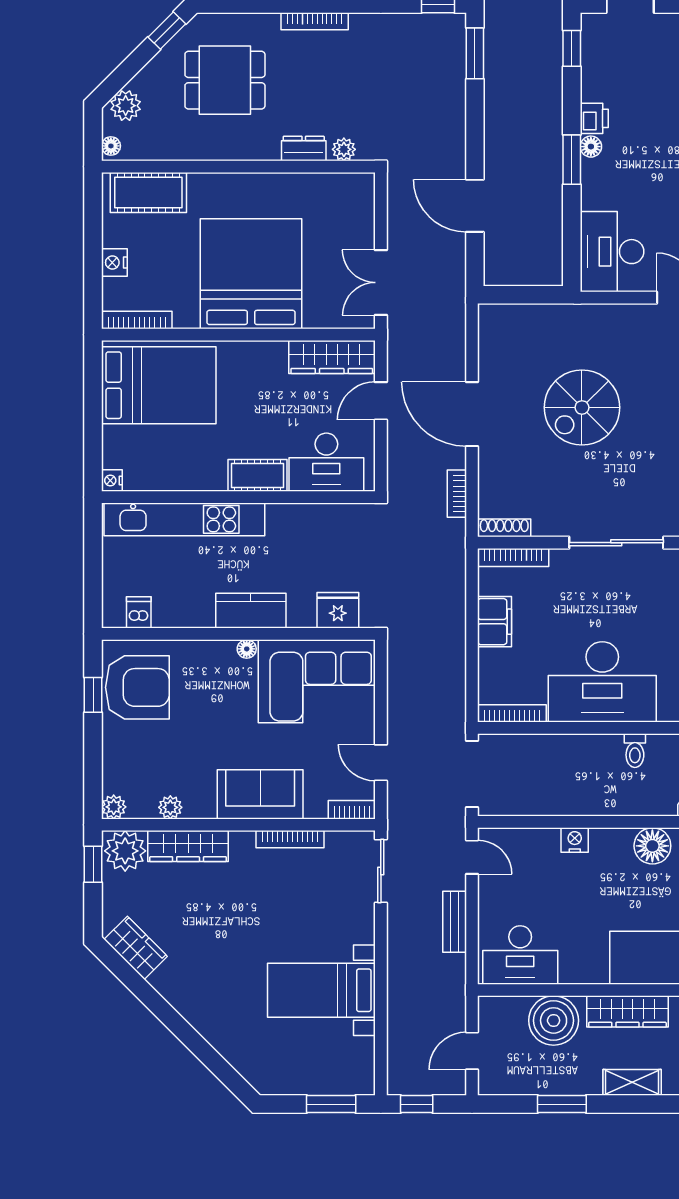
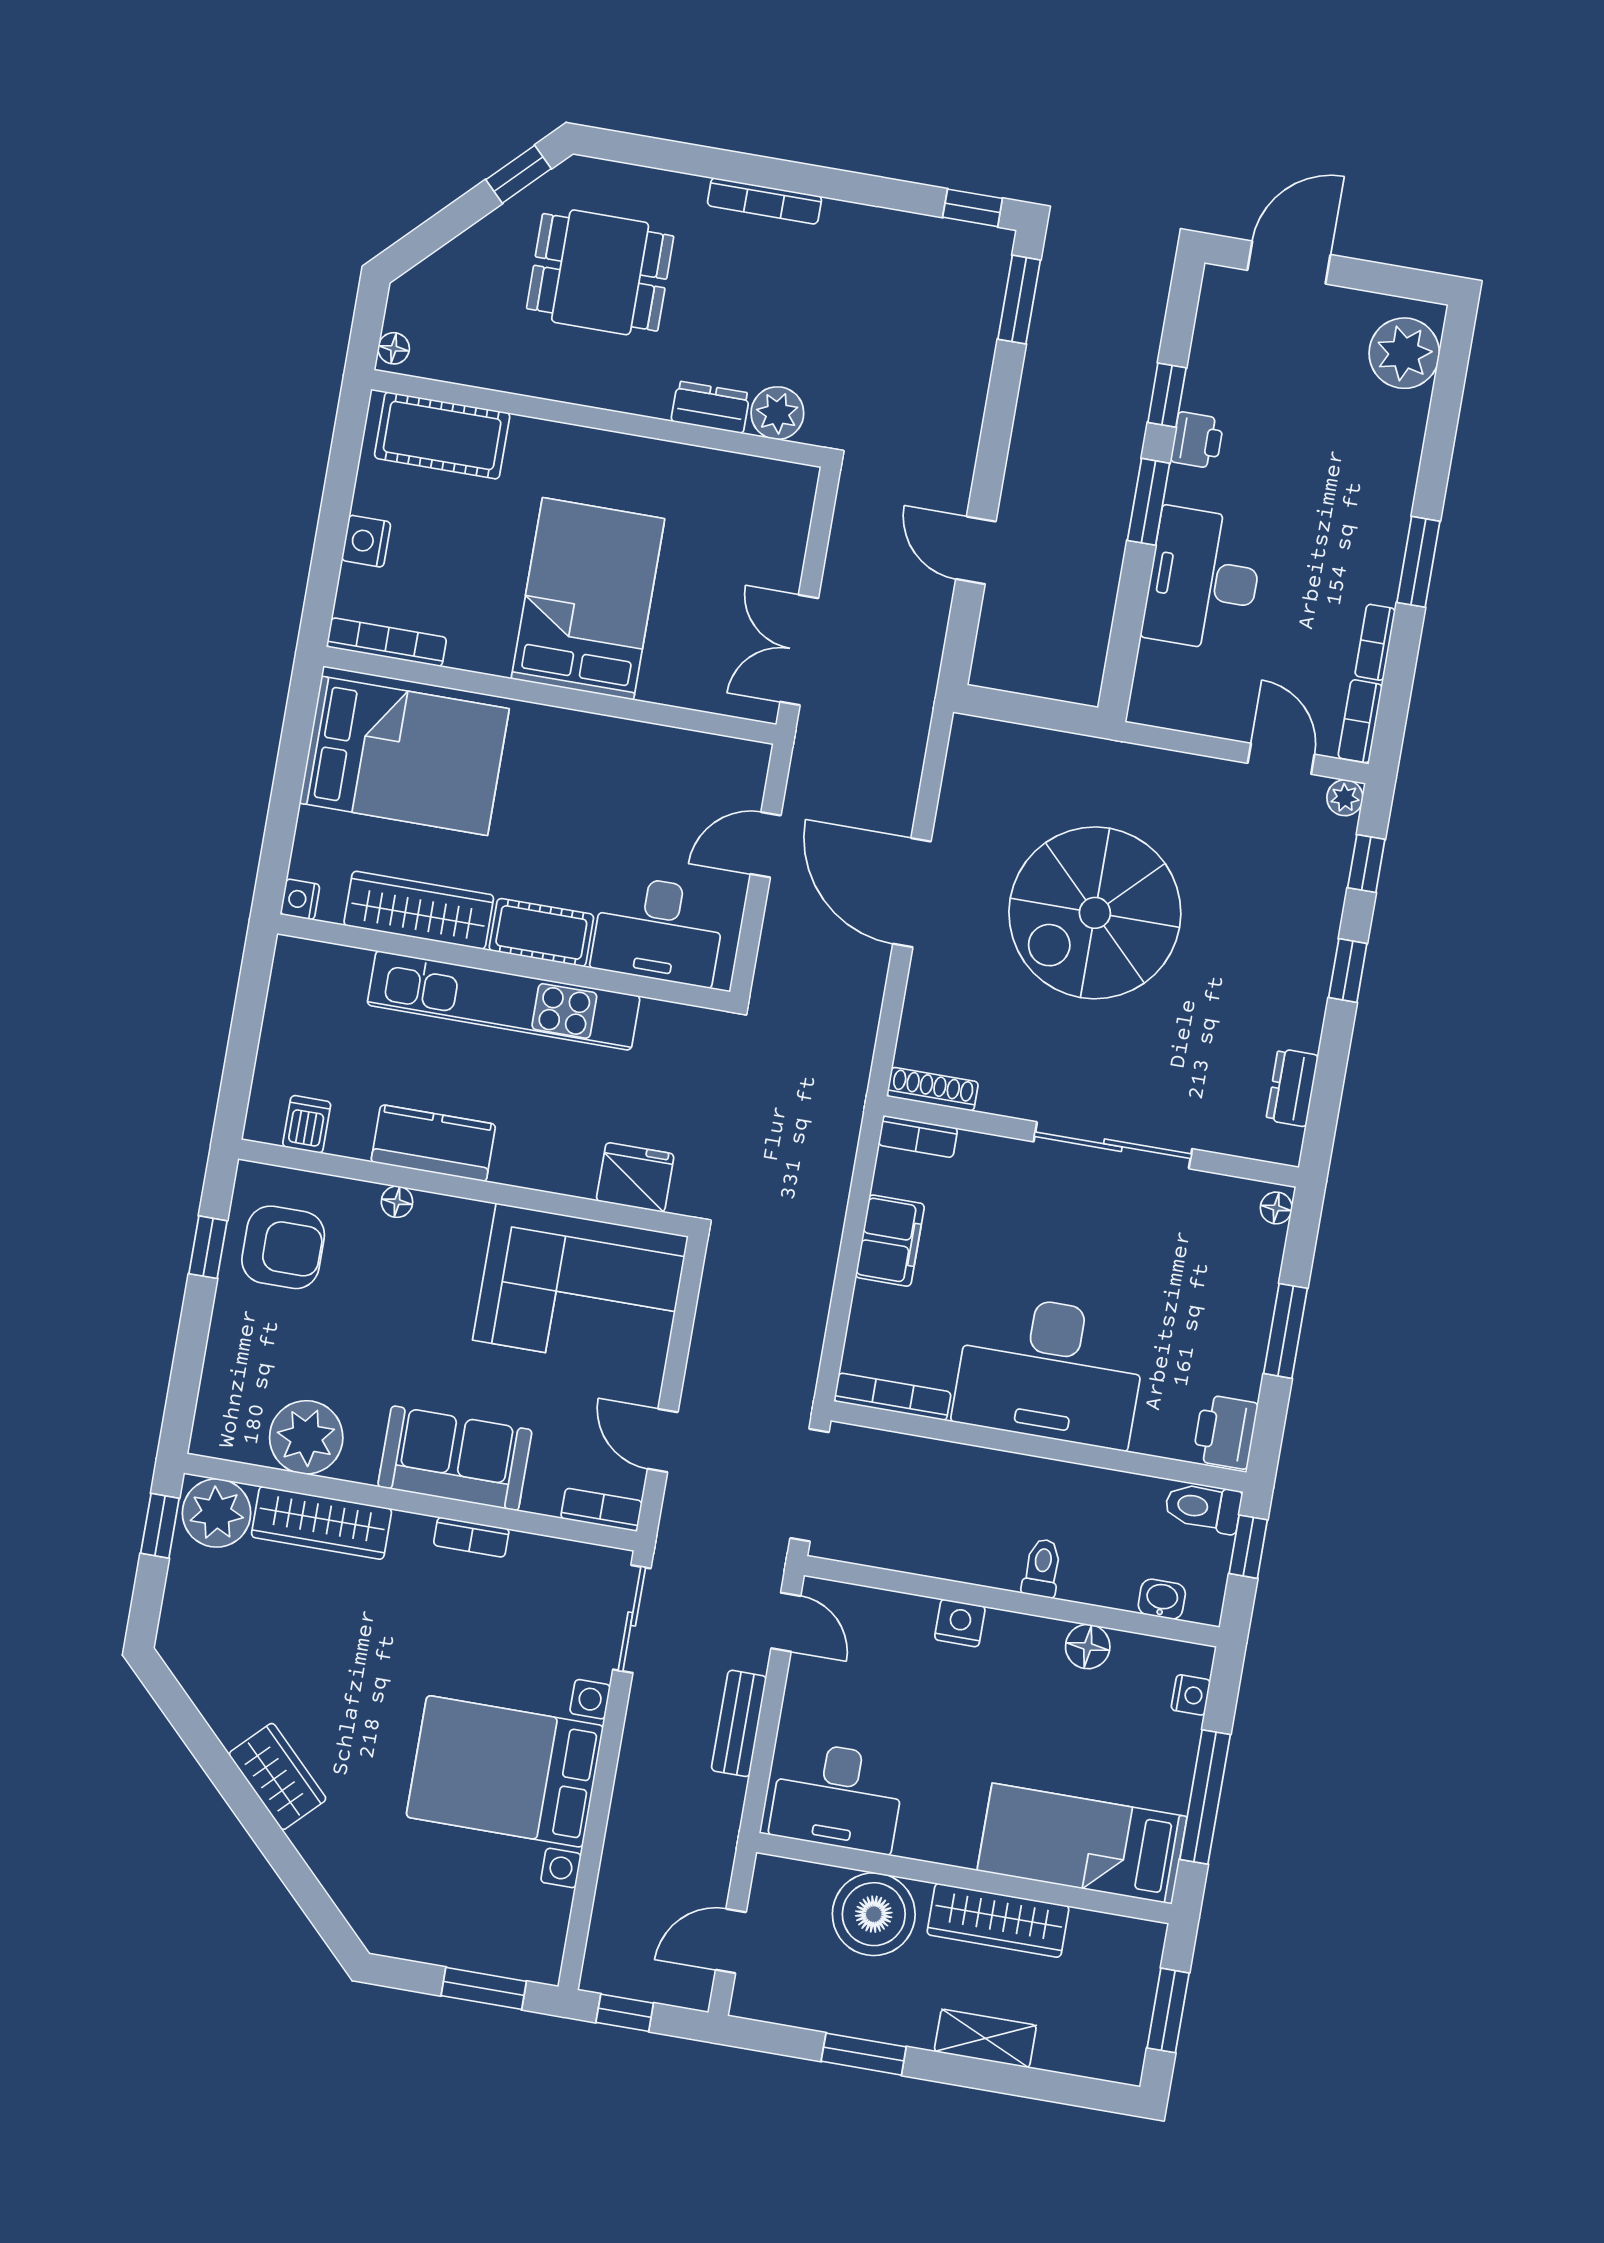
window: (572, 48) -> (1167, 395), moved
plant: (126, 106) -> (429, 286), removed
floor lamp: (591, 147) -> (1184, 486), removed
plant: (344, 149) -> (777, 413), width x1.38, depth x1.38
door: (475, 206) -> (976, 550), width x0.73
desk: (612, 252) -> (1203, 579), moved
bed: (251, 274) -> (588, 599), width x0.73
wardrobe: (332, 357) -> (419, 910), moved, turned 180
spiral stairs: (582, 407) -> (1095, 913), width x1.37, depth x1.37
bookcase: (457, 494) -> (864, 1019), removed
kitchen unit: (184, 519) -> (504, 1000), moved
bookcase: (513, 557) -> (918, 1137), width x0.64
kitchen counter: (251, 611) -> (433, 1143), moved
floor lamp: (247, 649) -> (397, 1202), moved
armchair: (137, 687) -> (283, 1247), width x0.73, depth x0.73
toilet: (635, 751) -> (1042, 1568), moved, turned 180
plant: (114, 807) -> (210, 1437), removed
plant: (170, 807) -> (306, 1437), width x1.87, depth x1.87
bookcase: (290, 839) -> (471, 1537), width x0.64
floor lamp: (652, 846) -> (1088, 1647), width x0.73, depth x0.73
wardrobe: (136, 948) -> (277, 1776), moved
bed with nightstands: (321, 990) -> (505, 1771), width x1.36

